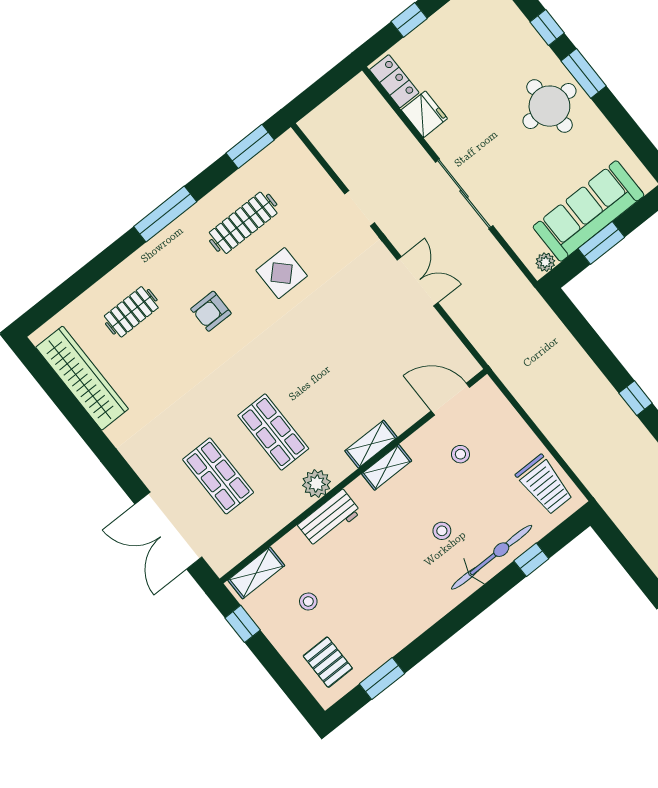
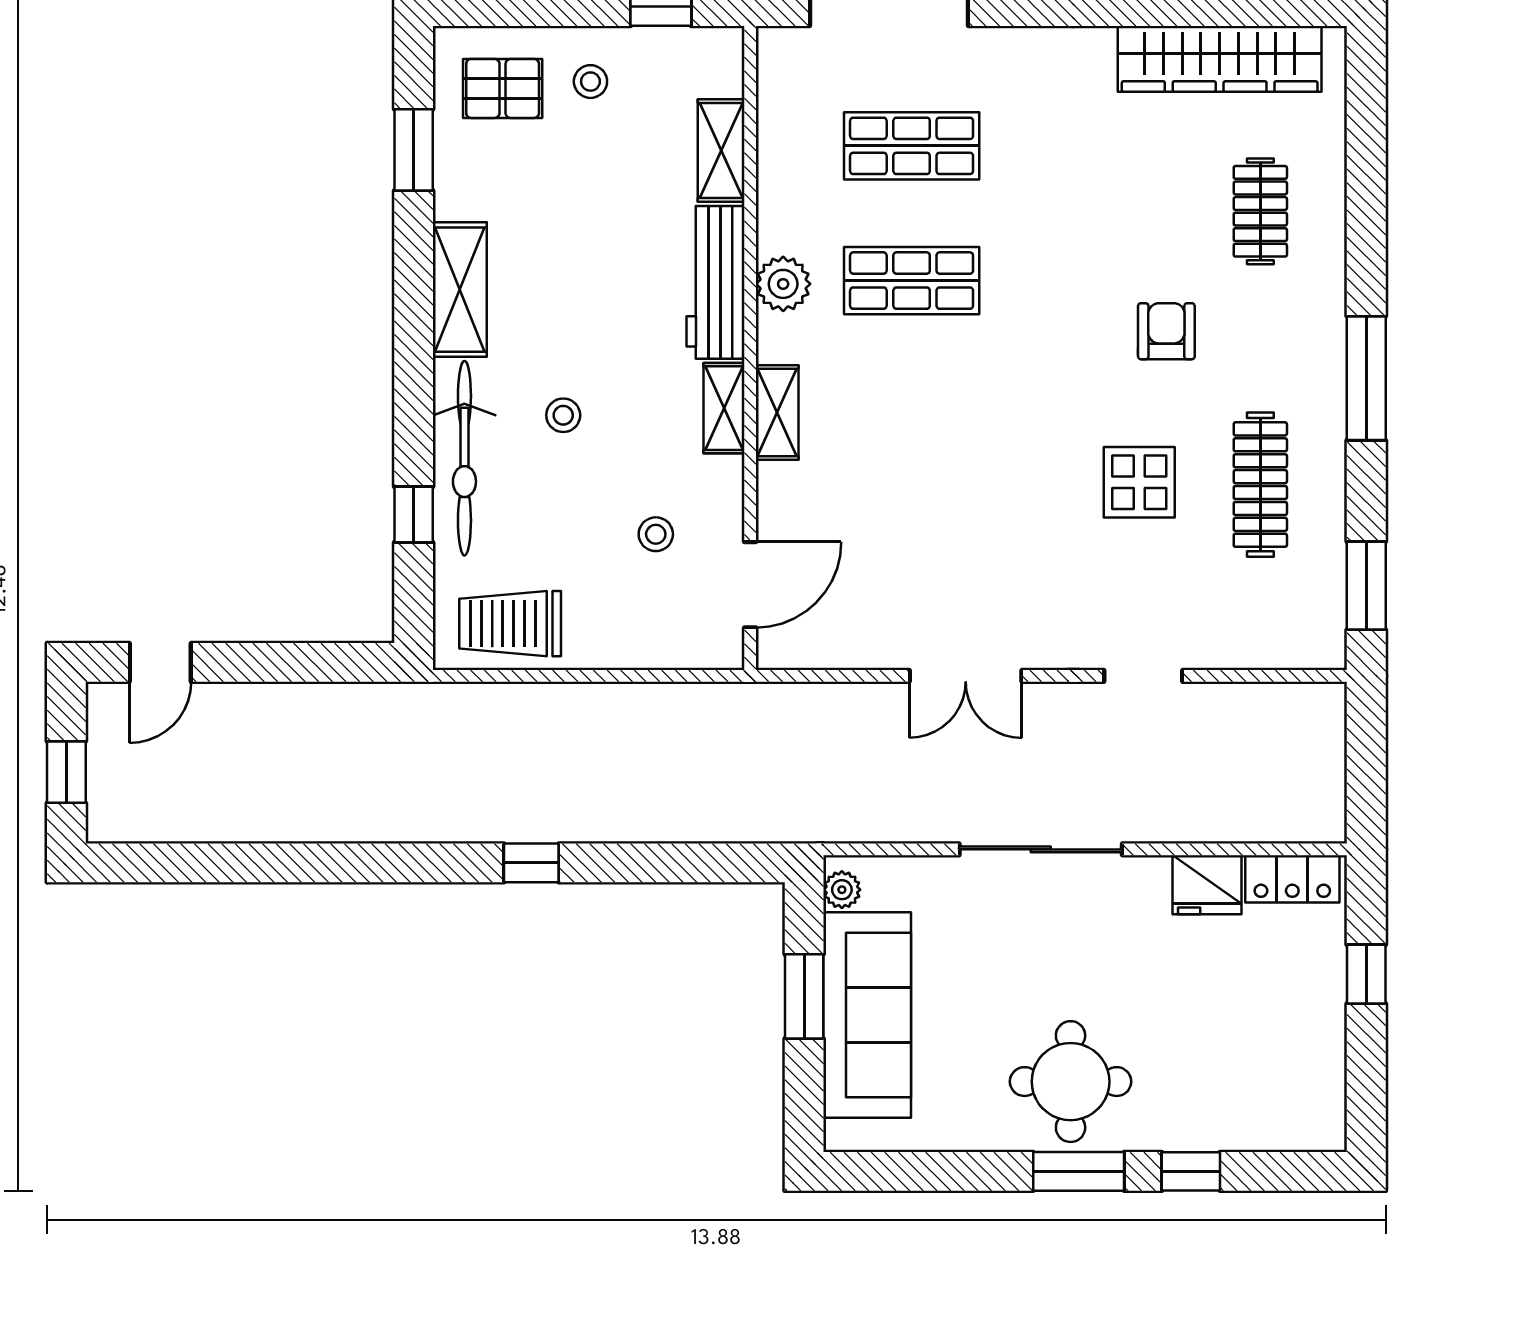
workbench: (329, 519) -> (716, 282), width x1.38
shelving: (256, 573) -> (721, 150), moved
stool: (308, 601) -> (590, 82), moved
shelving: (424, 614) -> (460, 290), added

